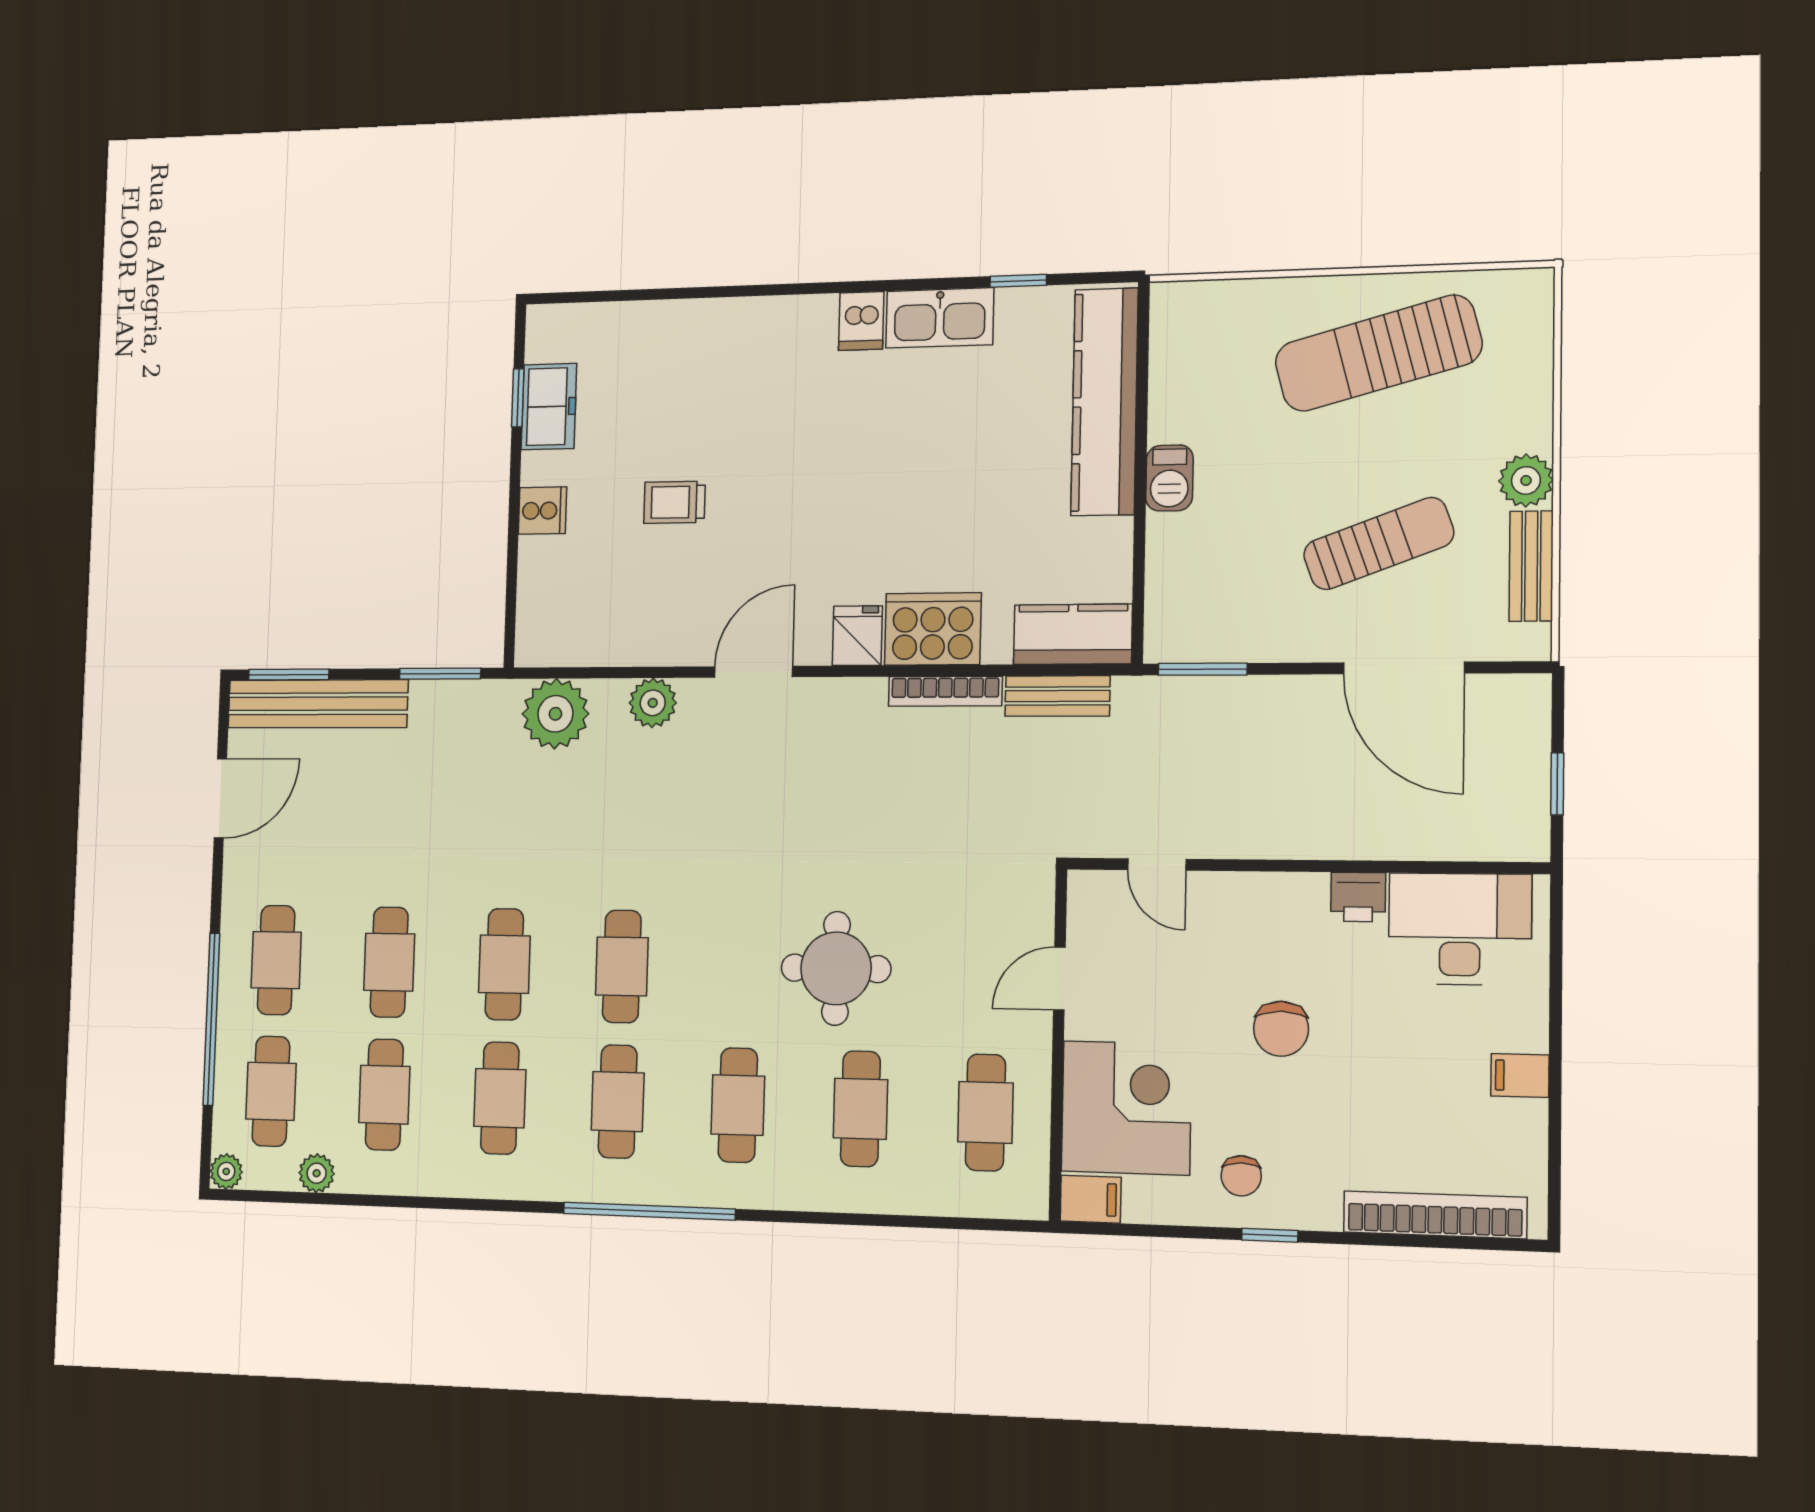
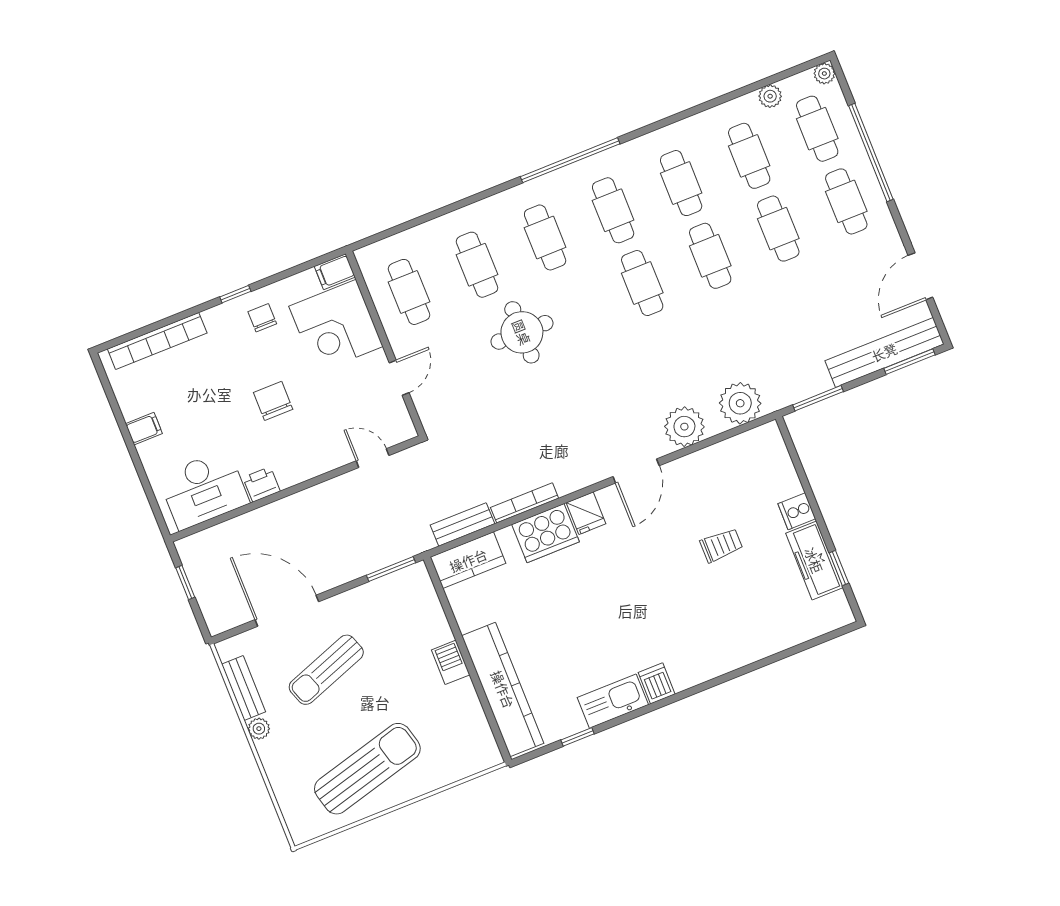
freezer: (549, 407) -> (814, 560), width x1.40
plant: (1526, 480) -> (259, 729), width x0.73, depth x0.73
plant: (653, 703) -> (684, 427), width x1.36, depth x1.36

